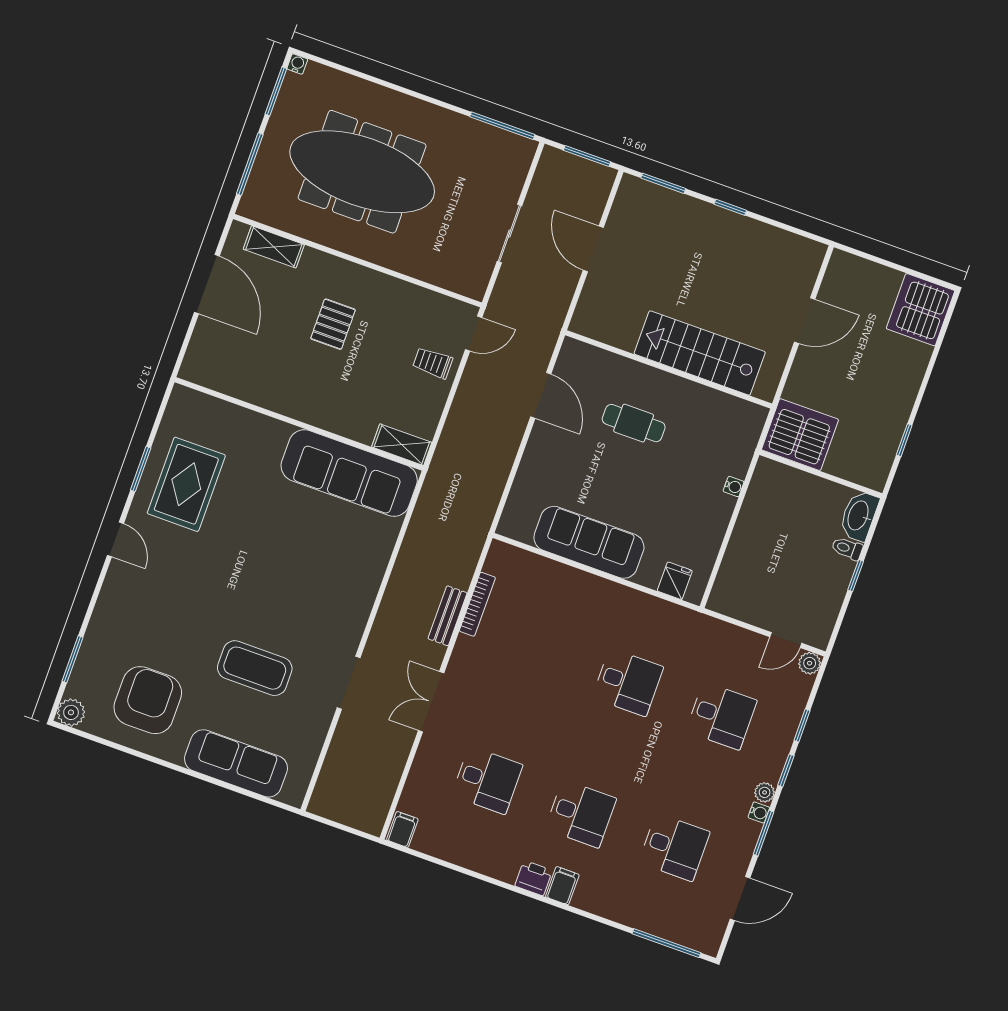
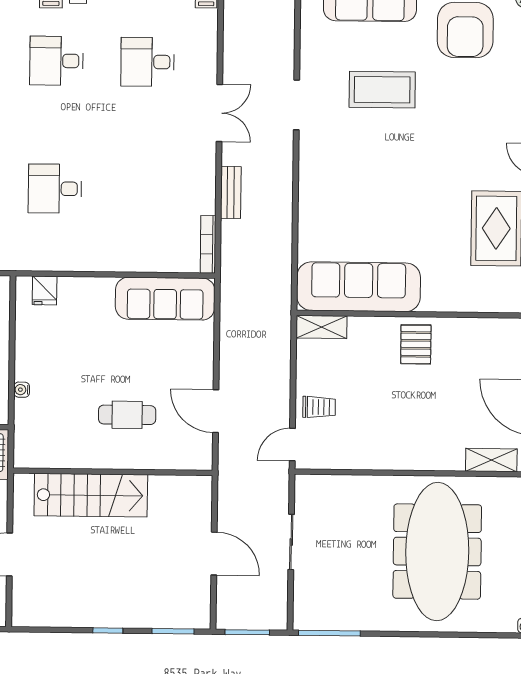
meeting table: (362, 172) -> (437, 552), turned 90
pallet: (333, 324) -> (416, 344), moved
sofa: (589, 542) -> (165, 299), moved
bookcase: (477, 604) -> (208, 244), moved

